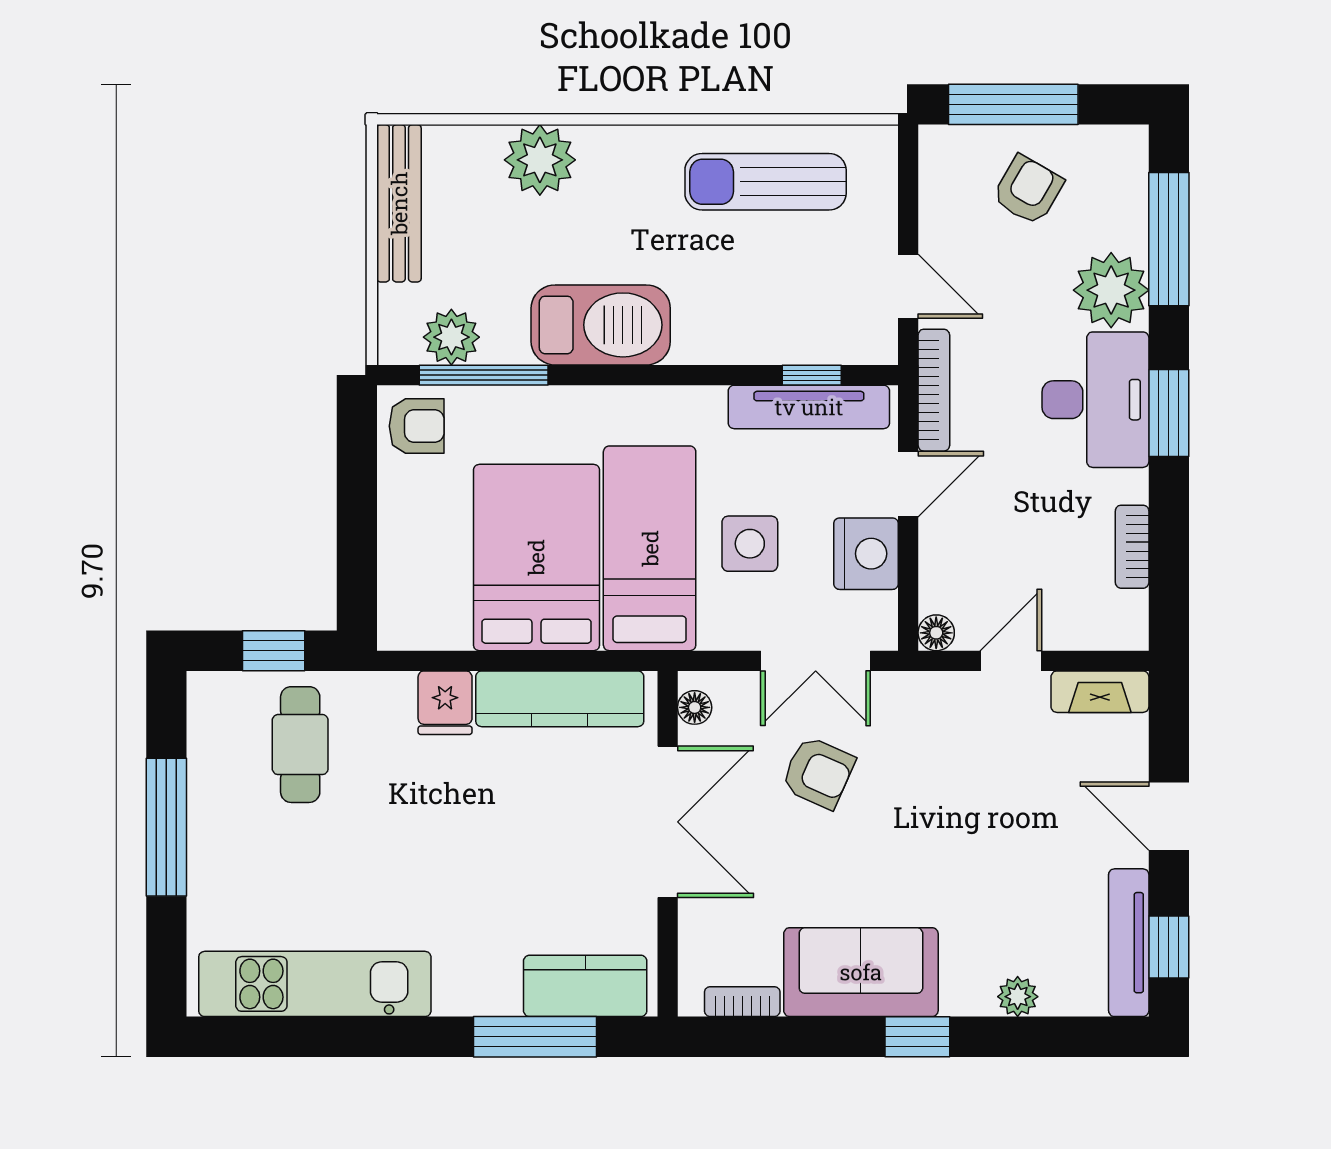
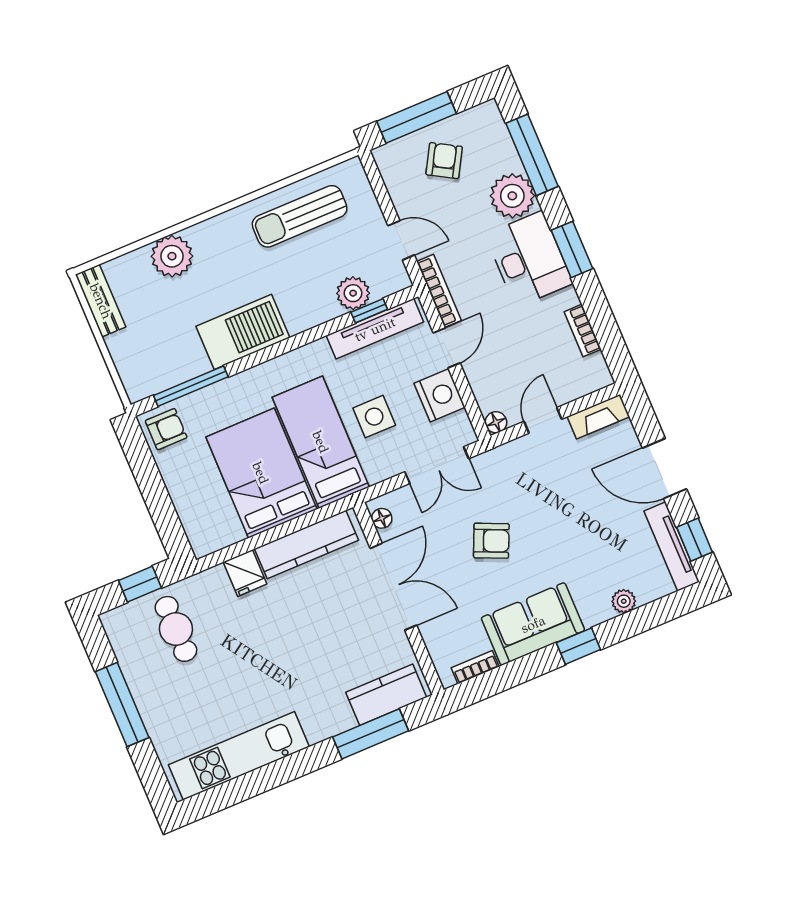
bench: (399, 203) -> (101, 301), width x0.73
plant: (451, 337) -> (353, 293), moved
armchair: (818, 773) -> (491, 541), moved
door: (1169, 816) -> (664, 468), width x1.37

